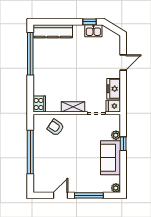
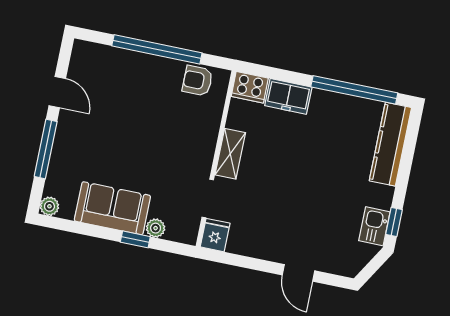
freezer: (114, 89) -> (288, 96), moved, turned 180
armchair: (56, 127) -> (198, 81), moved, turned -125

